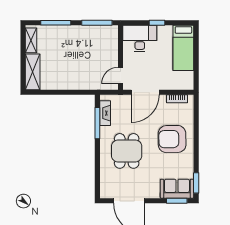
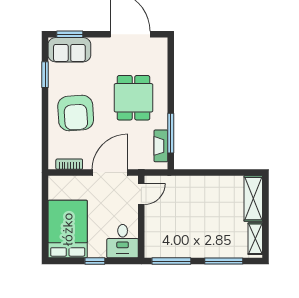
desk: (140, 38) -> (123, 241), width x0.73
bed: (183, 48) -> (68, 229), width x1.50
armchair: (172, 139) -> (76, 113), turned 87
window: (196, 183) -> (45, 75), moved

